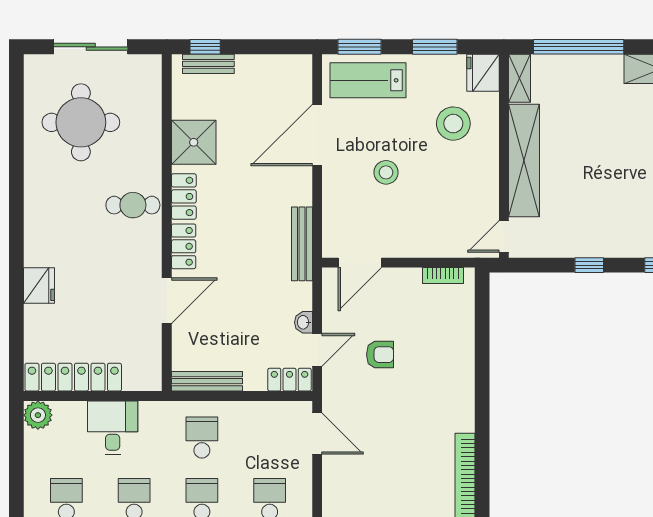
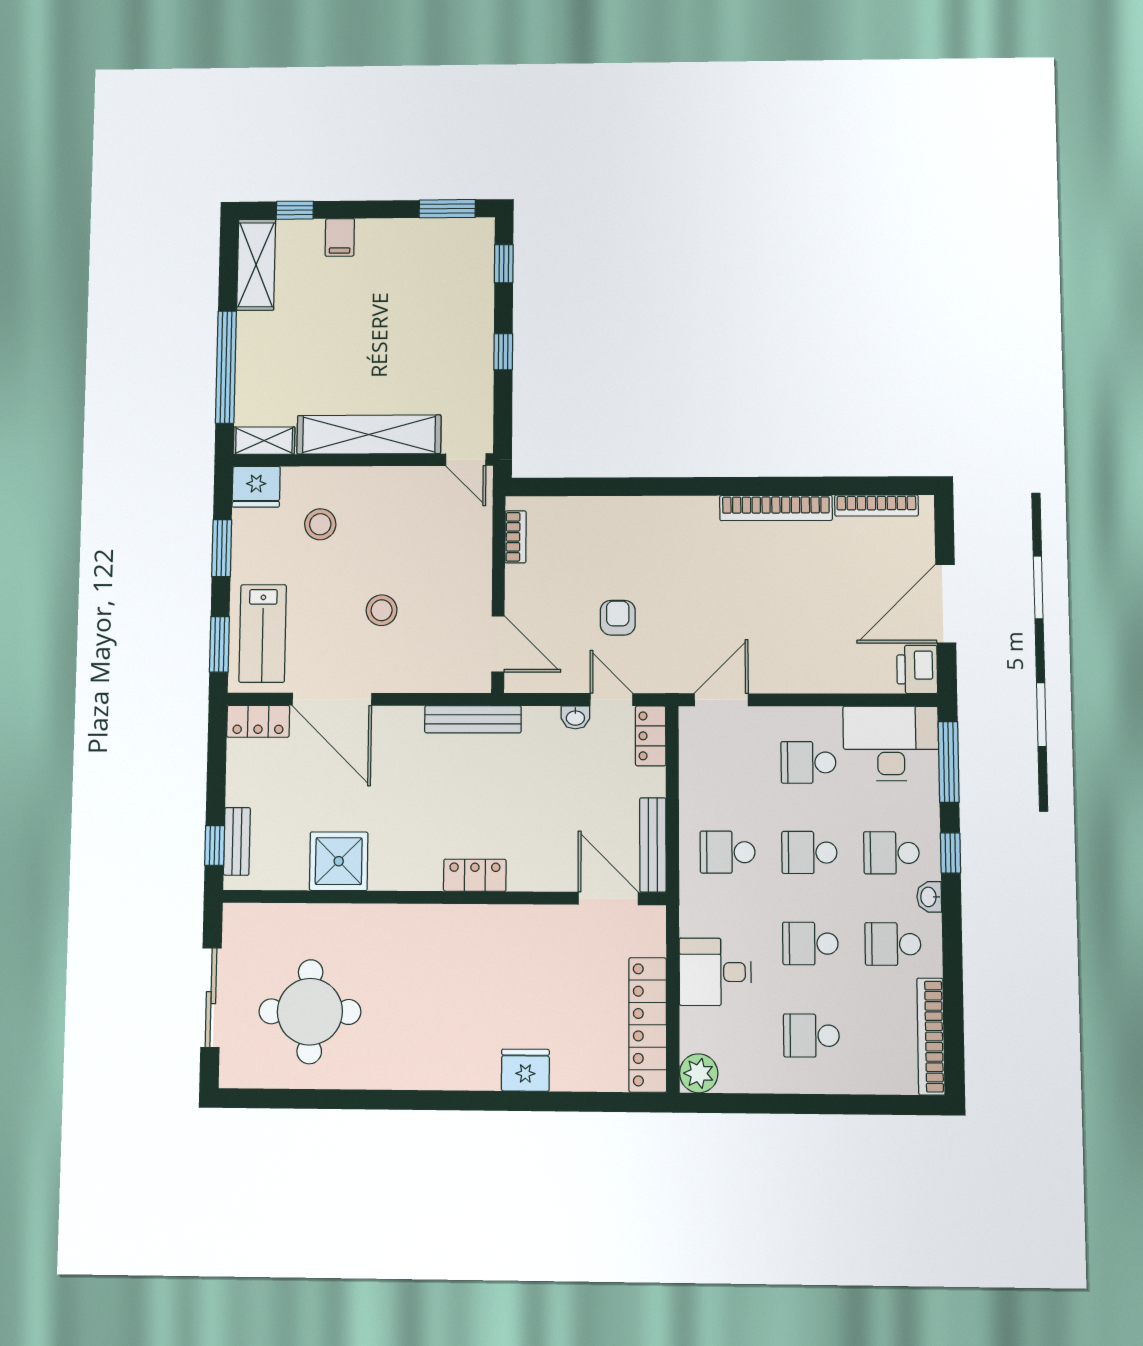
stool: (453, 124) -> (320, 524), width x0.73, depth x0.73
locker: (184, 196) -> (258, 721), moved, turned 180
cafe table: (133, 205) -> (420, 943), removed
door: (167, 301) -> (608, 898), moved

